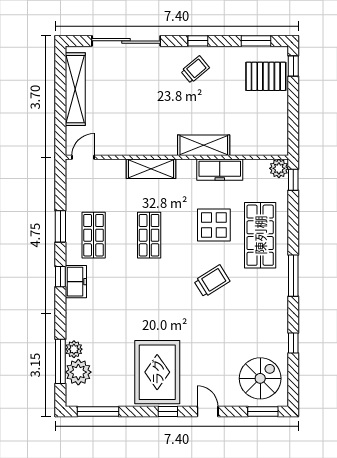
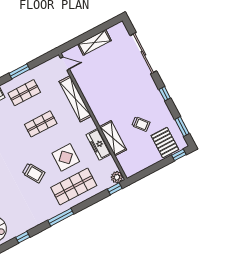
trolley: (195, 69) -> (141, 124), moved
shelving: (75, 89) -> (95, 42), width x0.68
shelving: (204, 145) -> (113, 138), moved
shelving: (151, 169) -> (75, 99), width x1.47

